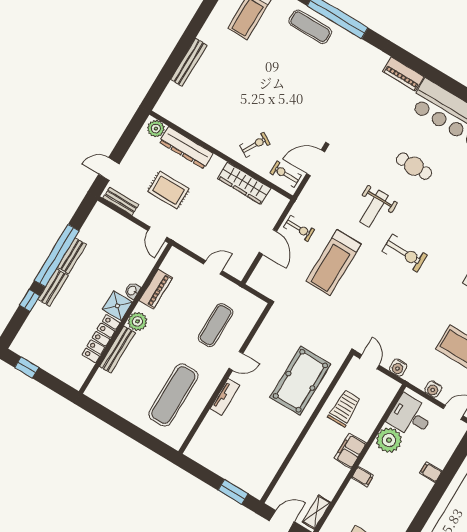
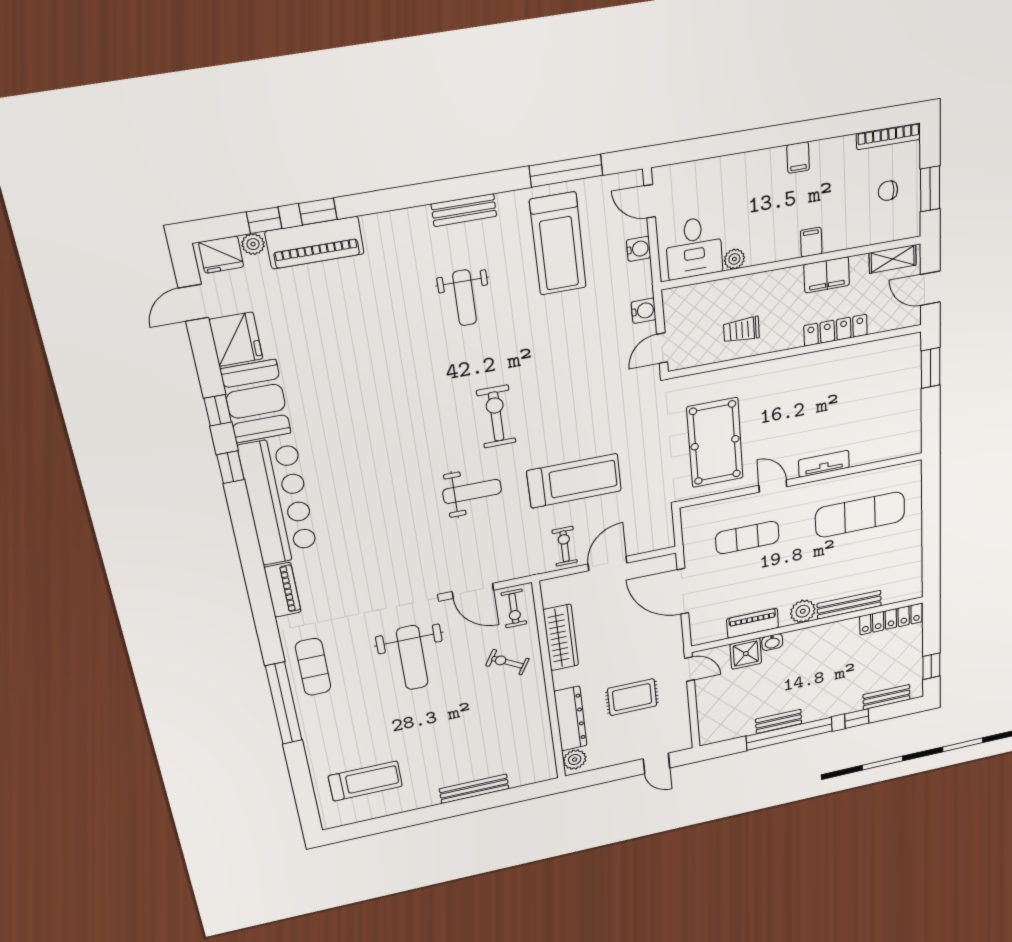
exercise mat: (310, 27) -> (313, 667), moved
weight bench: (304, 101) -> (412, 658), added
cafe table: (414, 166) -> (381, 491), removed
rug: (168, 190) -> (632, 697), turned 90
bench: (121, 201) -> (682, 727), removed
door: (157, 234) -> (689, 669), hinge flipped
door: (213, 267) -> (683, 591), width x1.88
bench: (53, 288) -> (887, 697), moved
shower: (117, 306) -> (746, 654), moved
locker: (101, 339) -> (891, 619), moved
pool table: (300, 381) -> (715, 443), moved, turned 90
trolley: (344, 408) -> (741, 330), width x0.73, depth x0.72
plant: (389, 440) -> (734, 259), width x0.53, depth x0.53
filing cabinet: (350, 451) -> (827, 275), moved
locker: (301, 456) -> (836, 330), added
filing cabinet: (431, 472) -> (798, 158), moved

